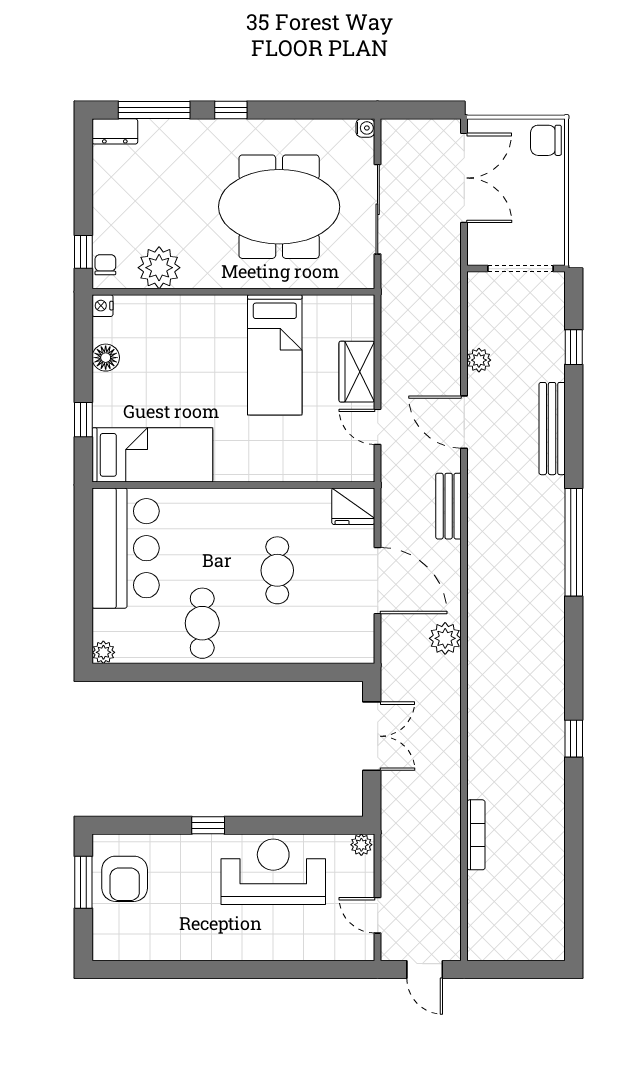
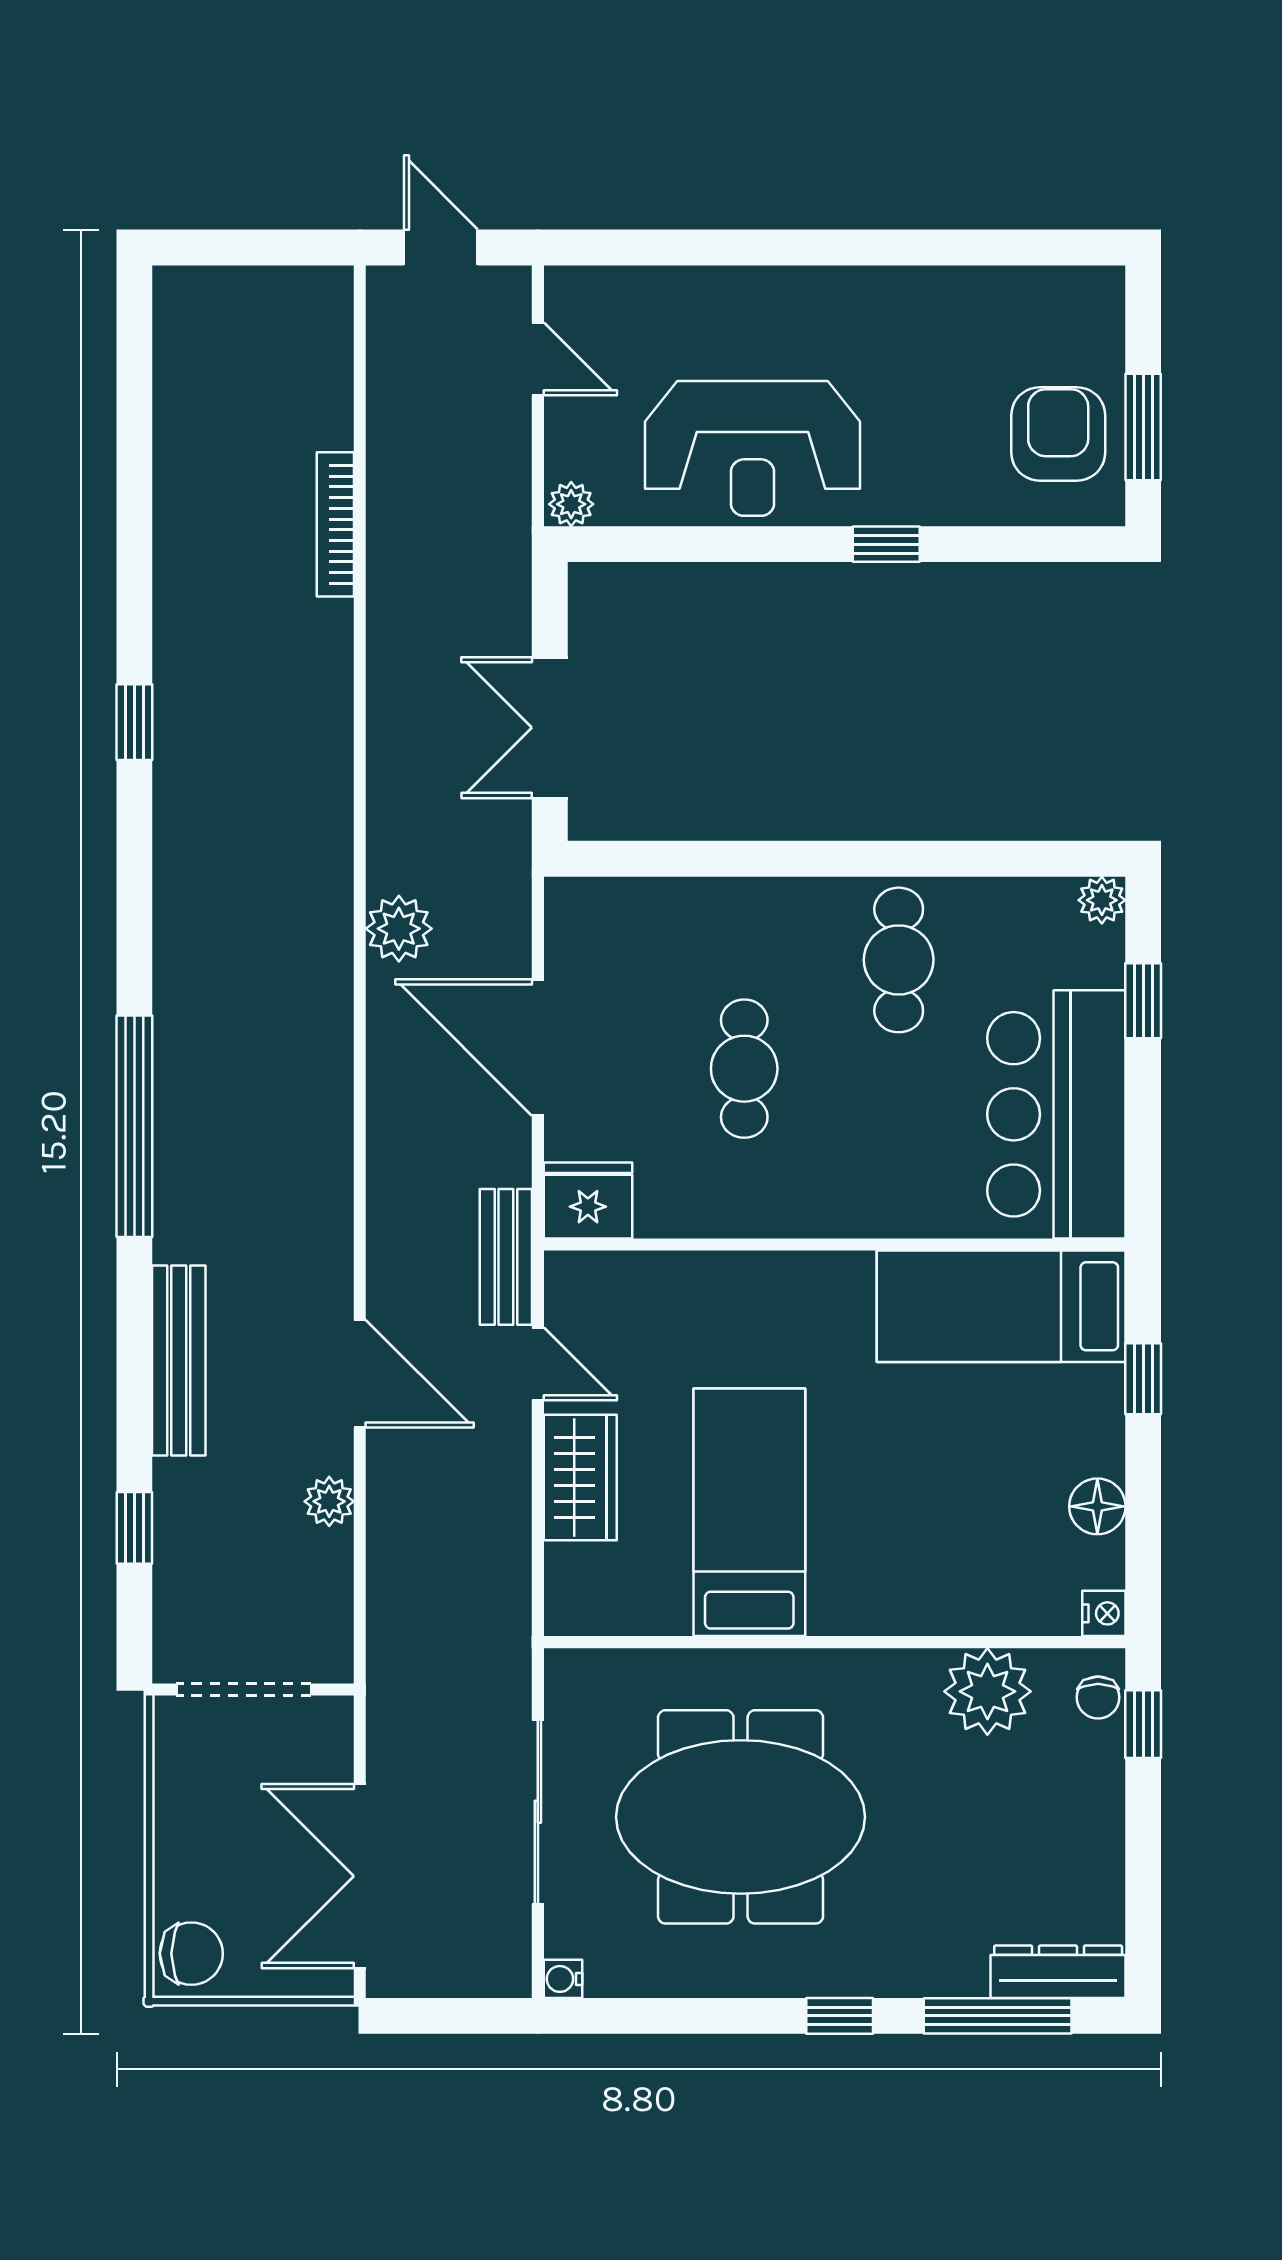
dresser: (115, 131) -> (1058, 1972), width x1.44
bench: (449, 506) -> (506, 1257), moved
window: (83, 603) -> (1143, 1001), added

